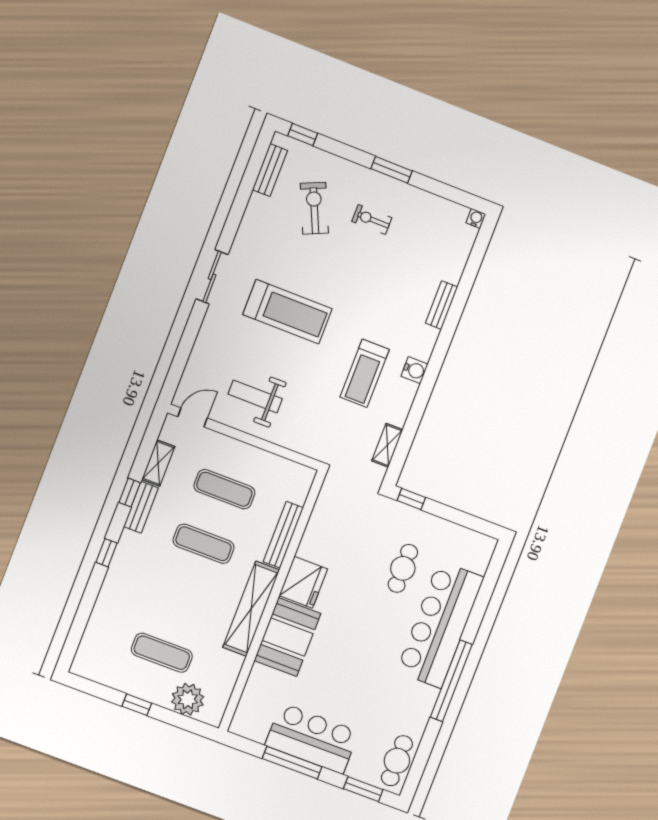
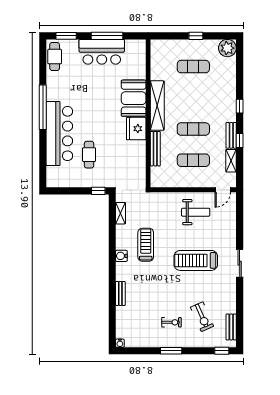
plant: (188, 699) -> (227, 48), moved

